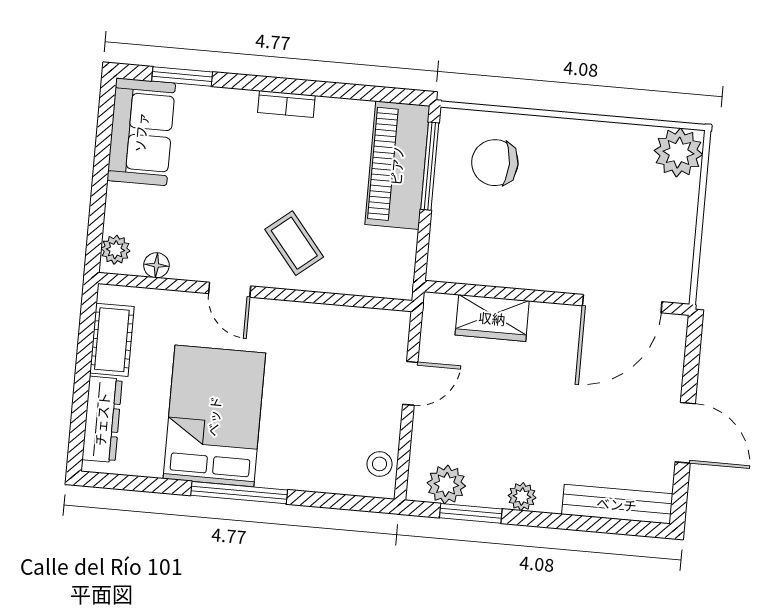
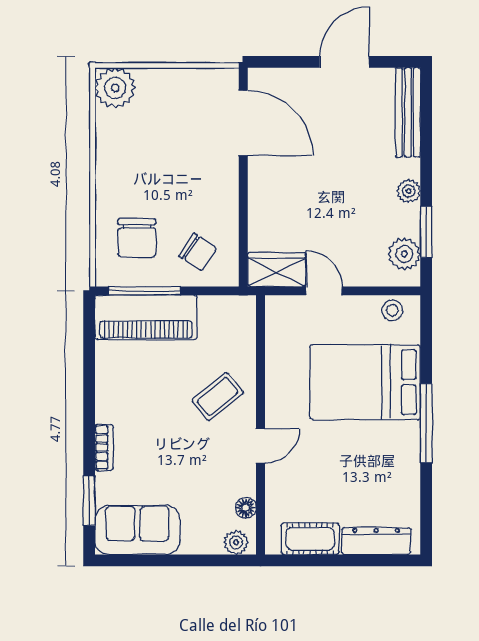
bookcase: (286, 104) -> (104, 447), moved
chair: (471, 235) -> (198, 252), added
wardrobe: (492, 318) -> (277, 270), moved, turned -90
bed: (214, 416) -> (365, 382), moved

